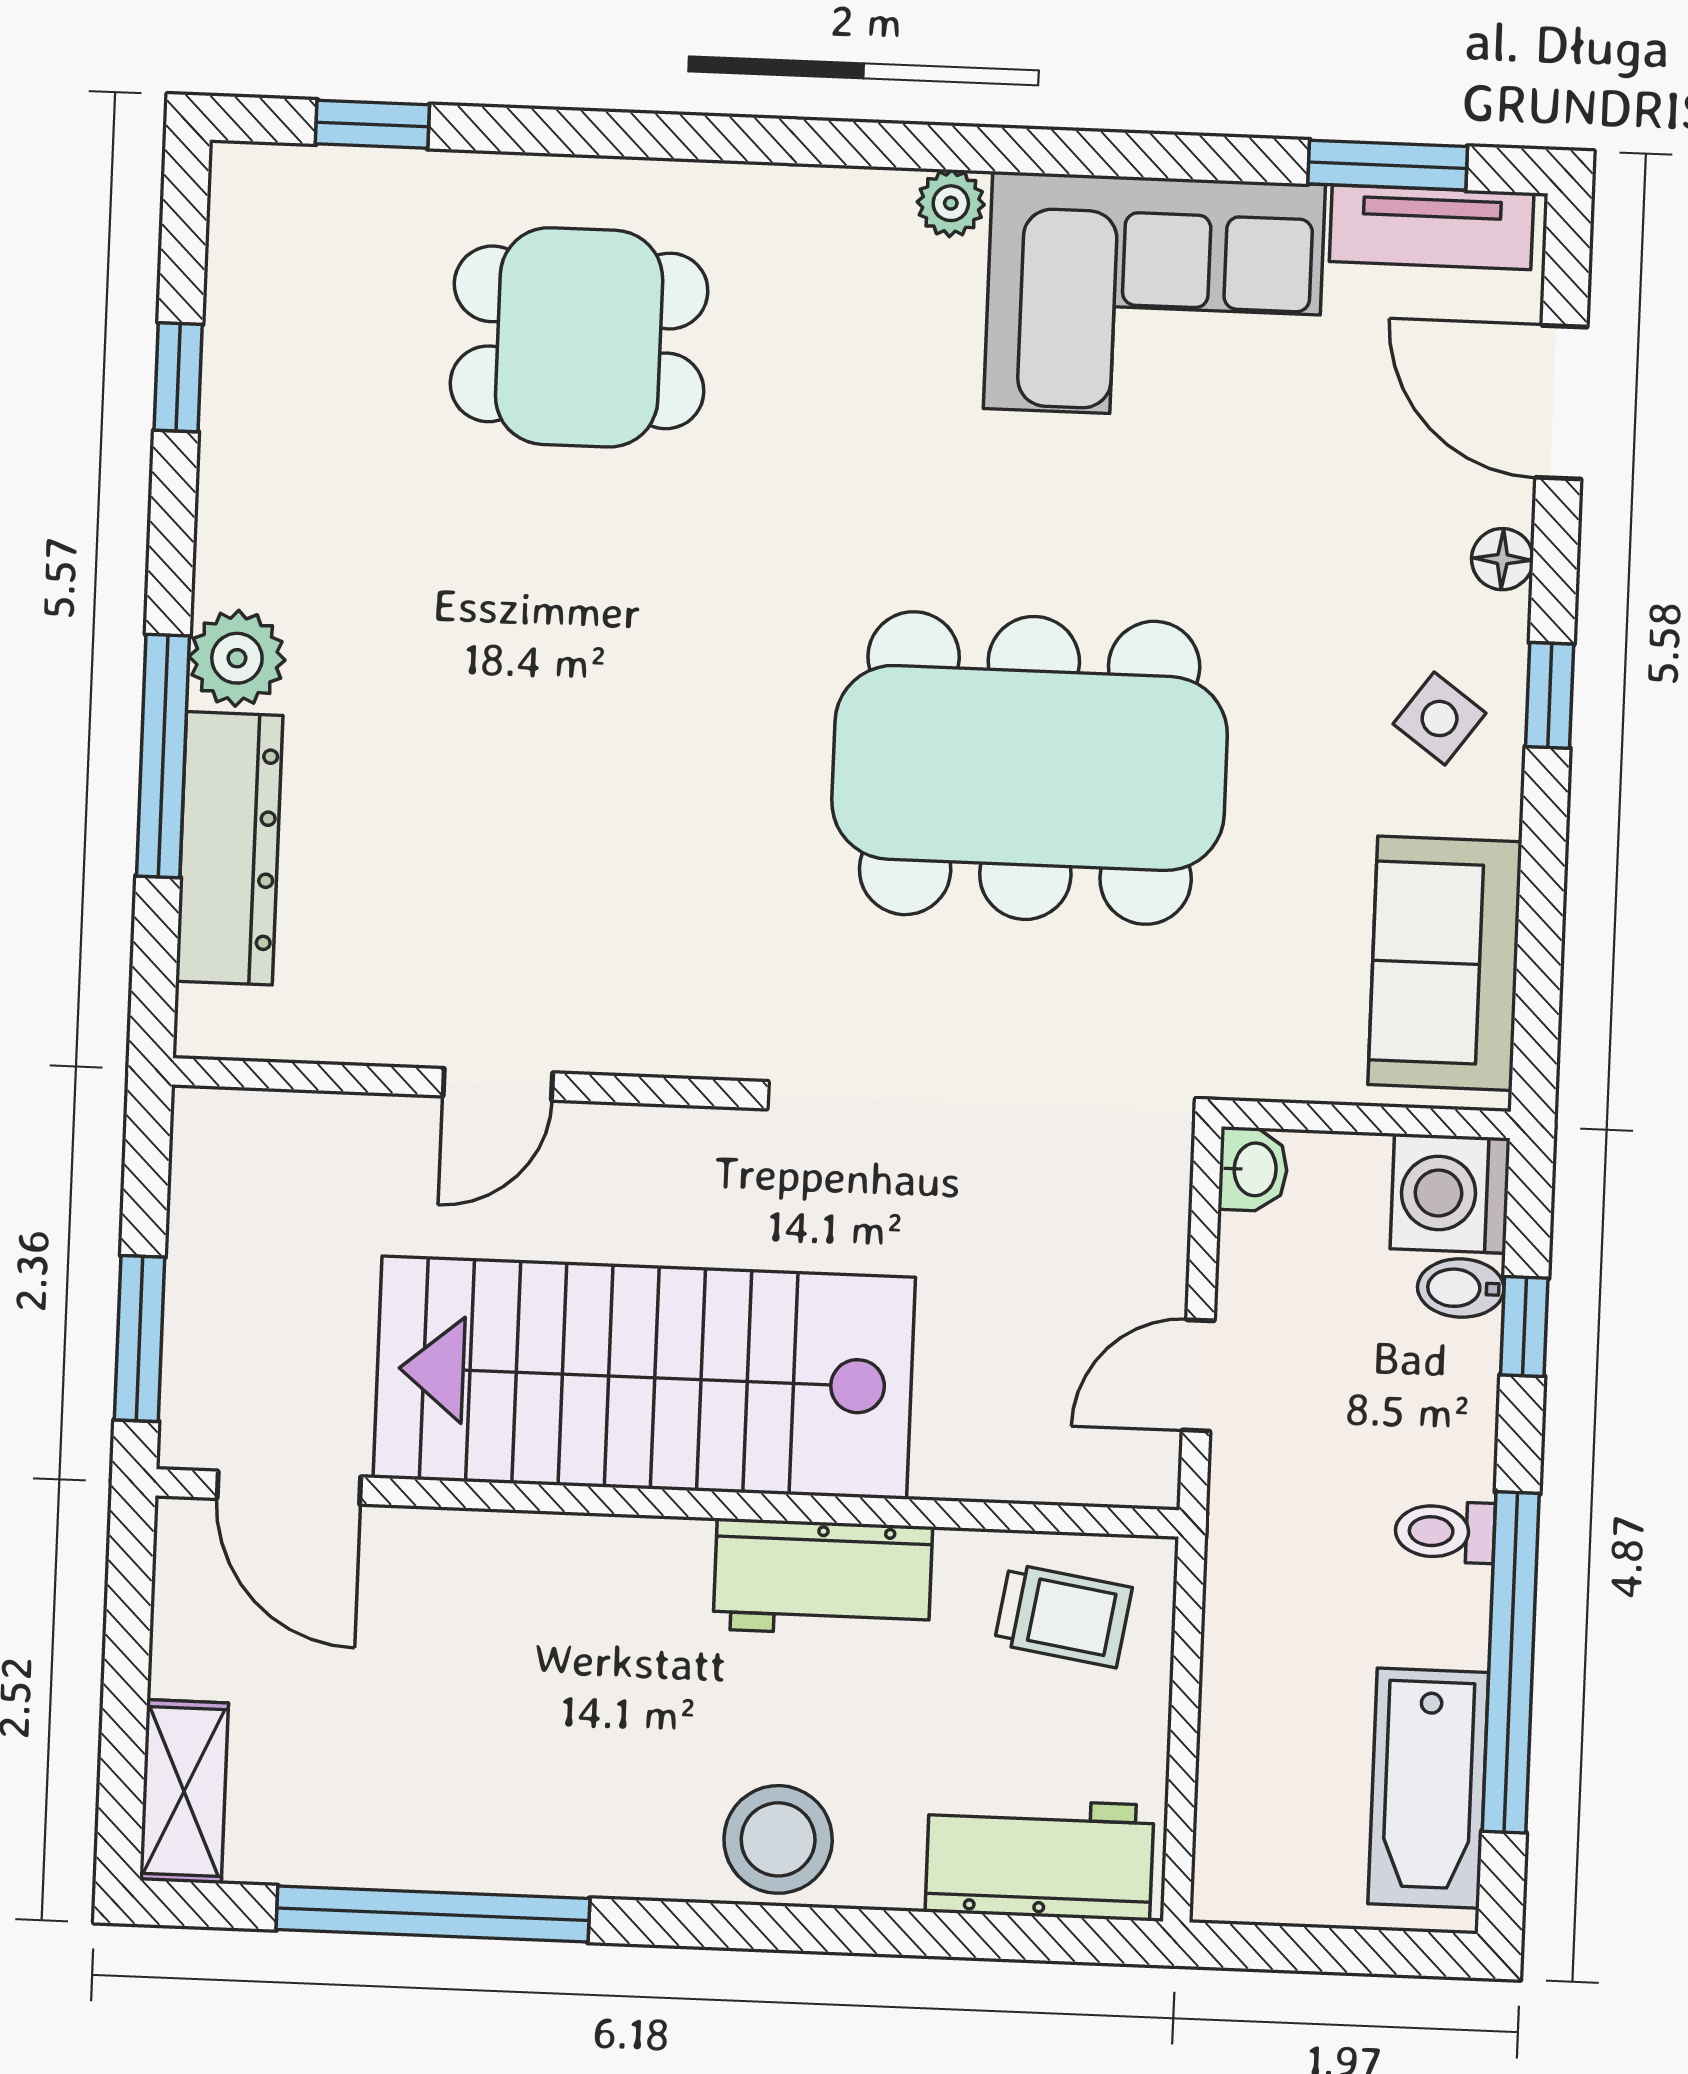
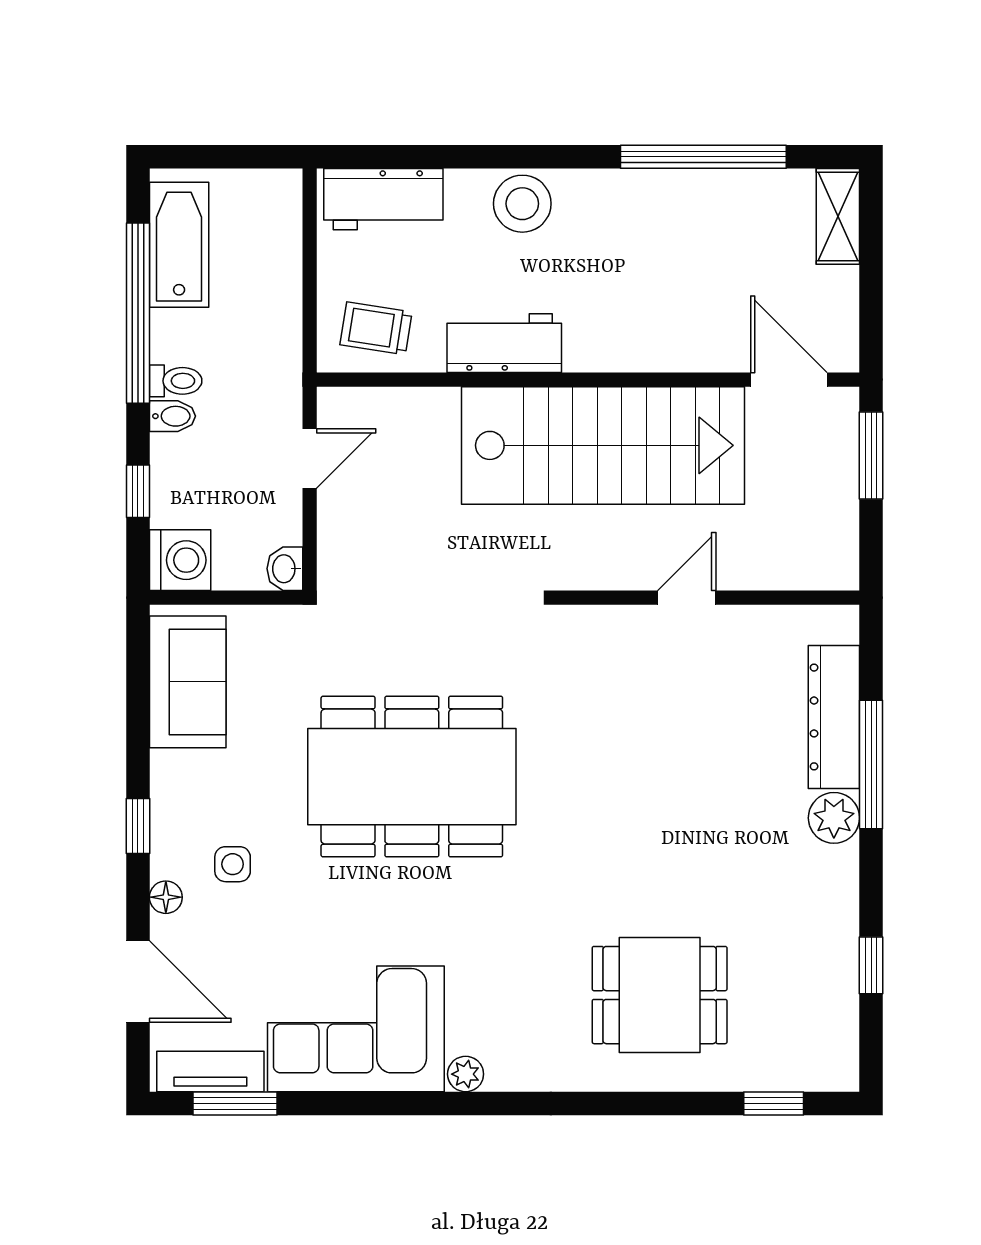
side table: (1440, 718) -> (233, 864), moved, turned -36
bidet: (1461, 1288) -> (172, 416), moved

